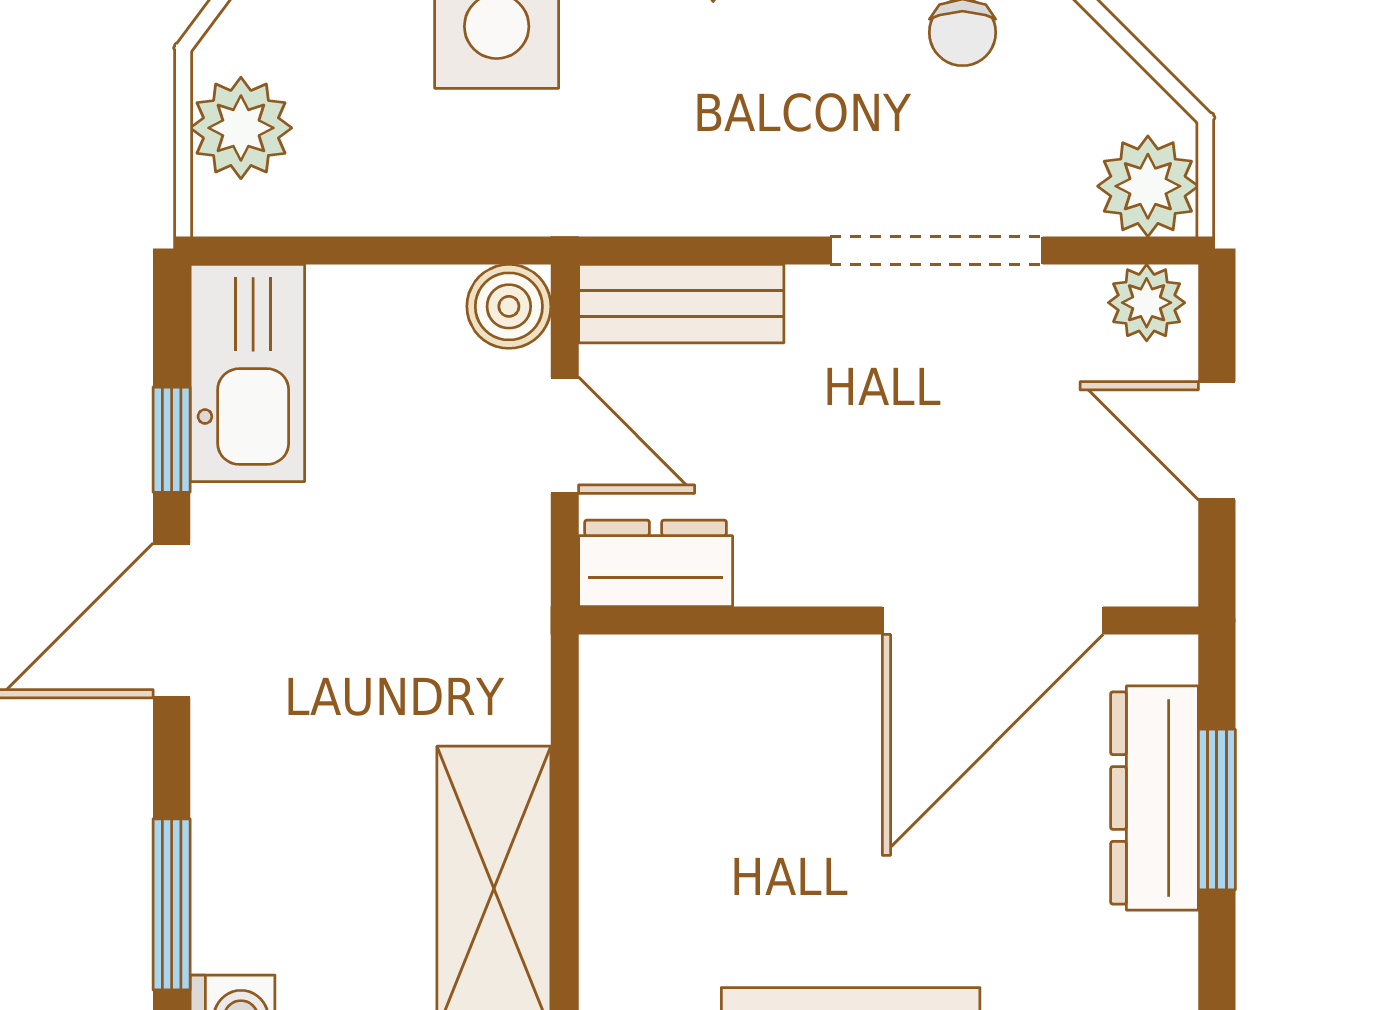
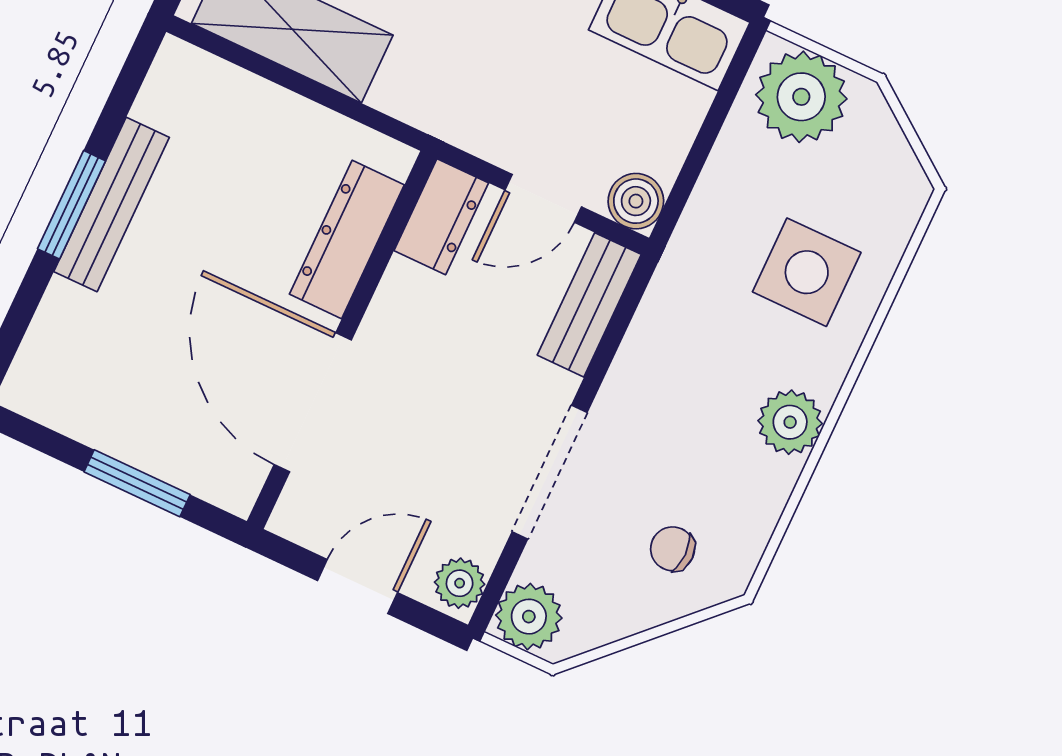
plant: (241, 128) -> (801, 97), width x1.36, depth x1.36
dresser: (1154, 798) -> (347, 240), moved, turned -90

